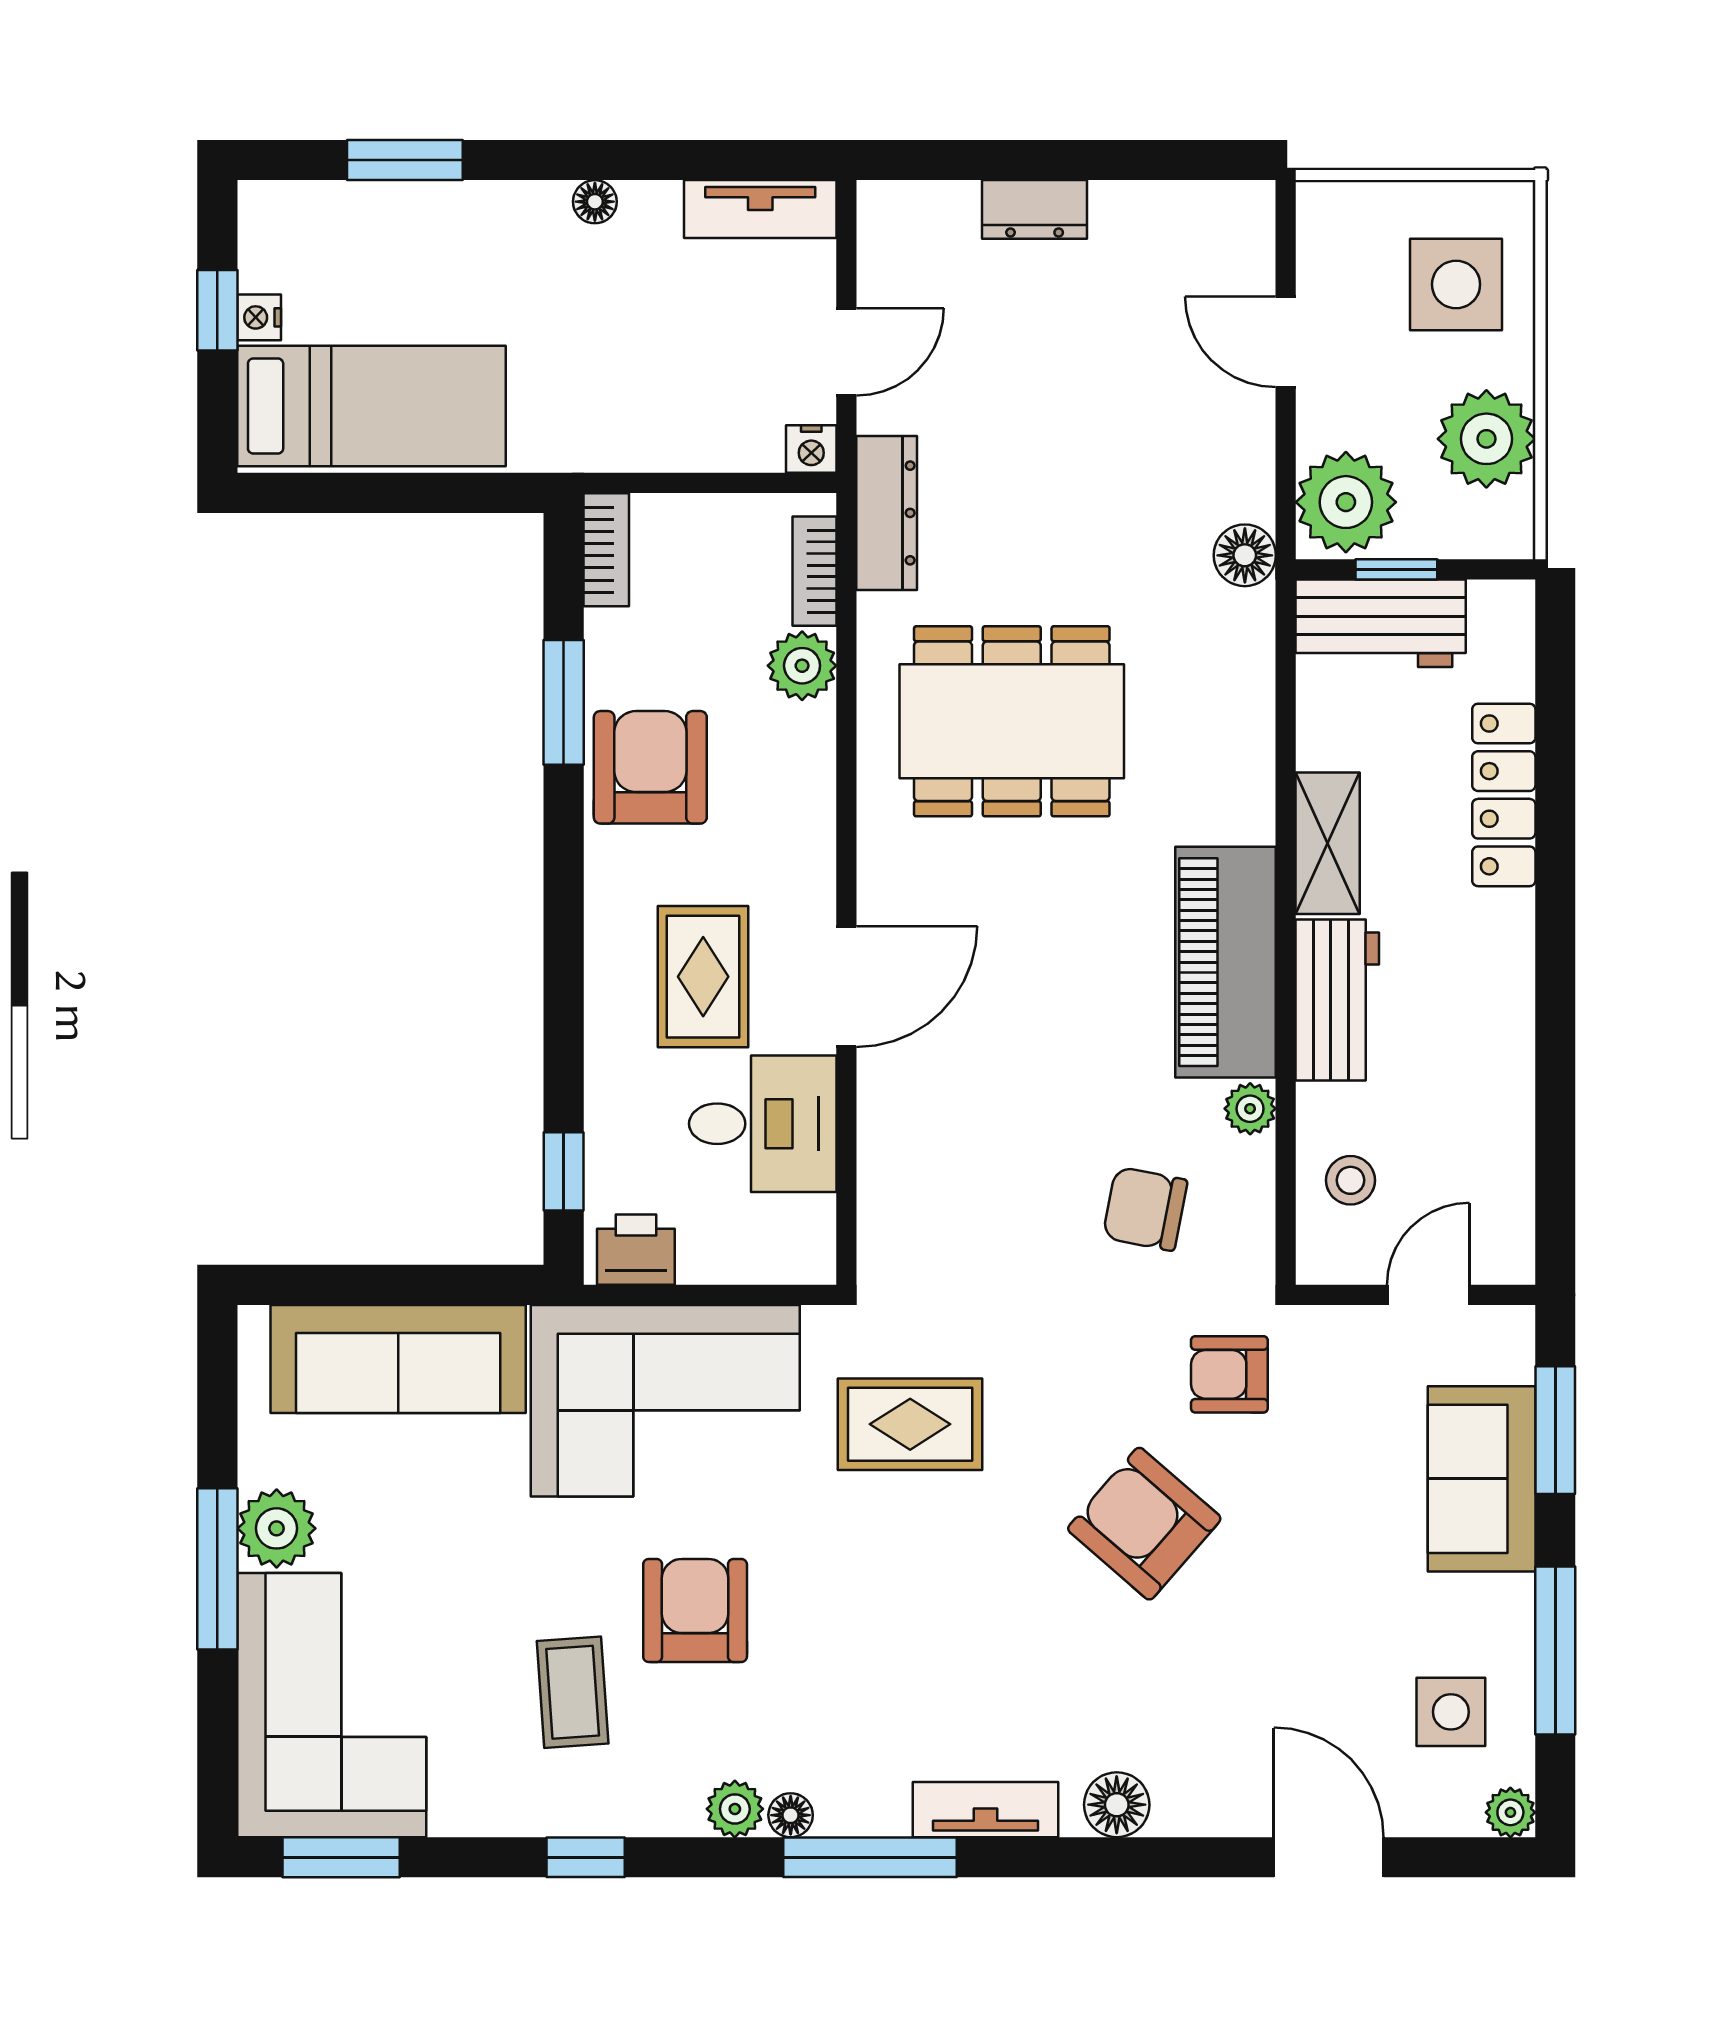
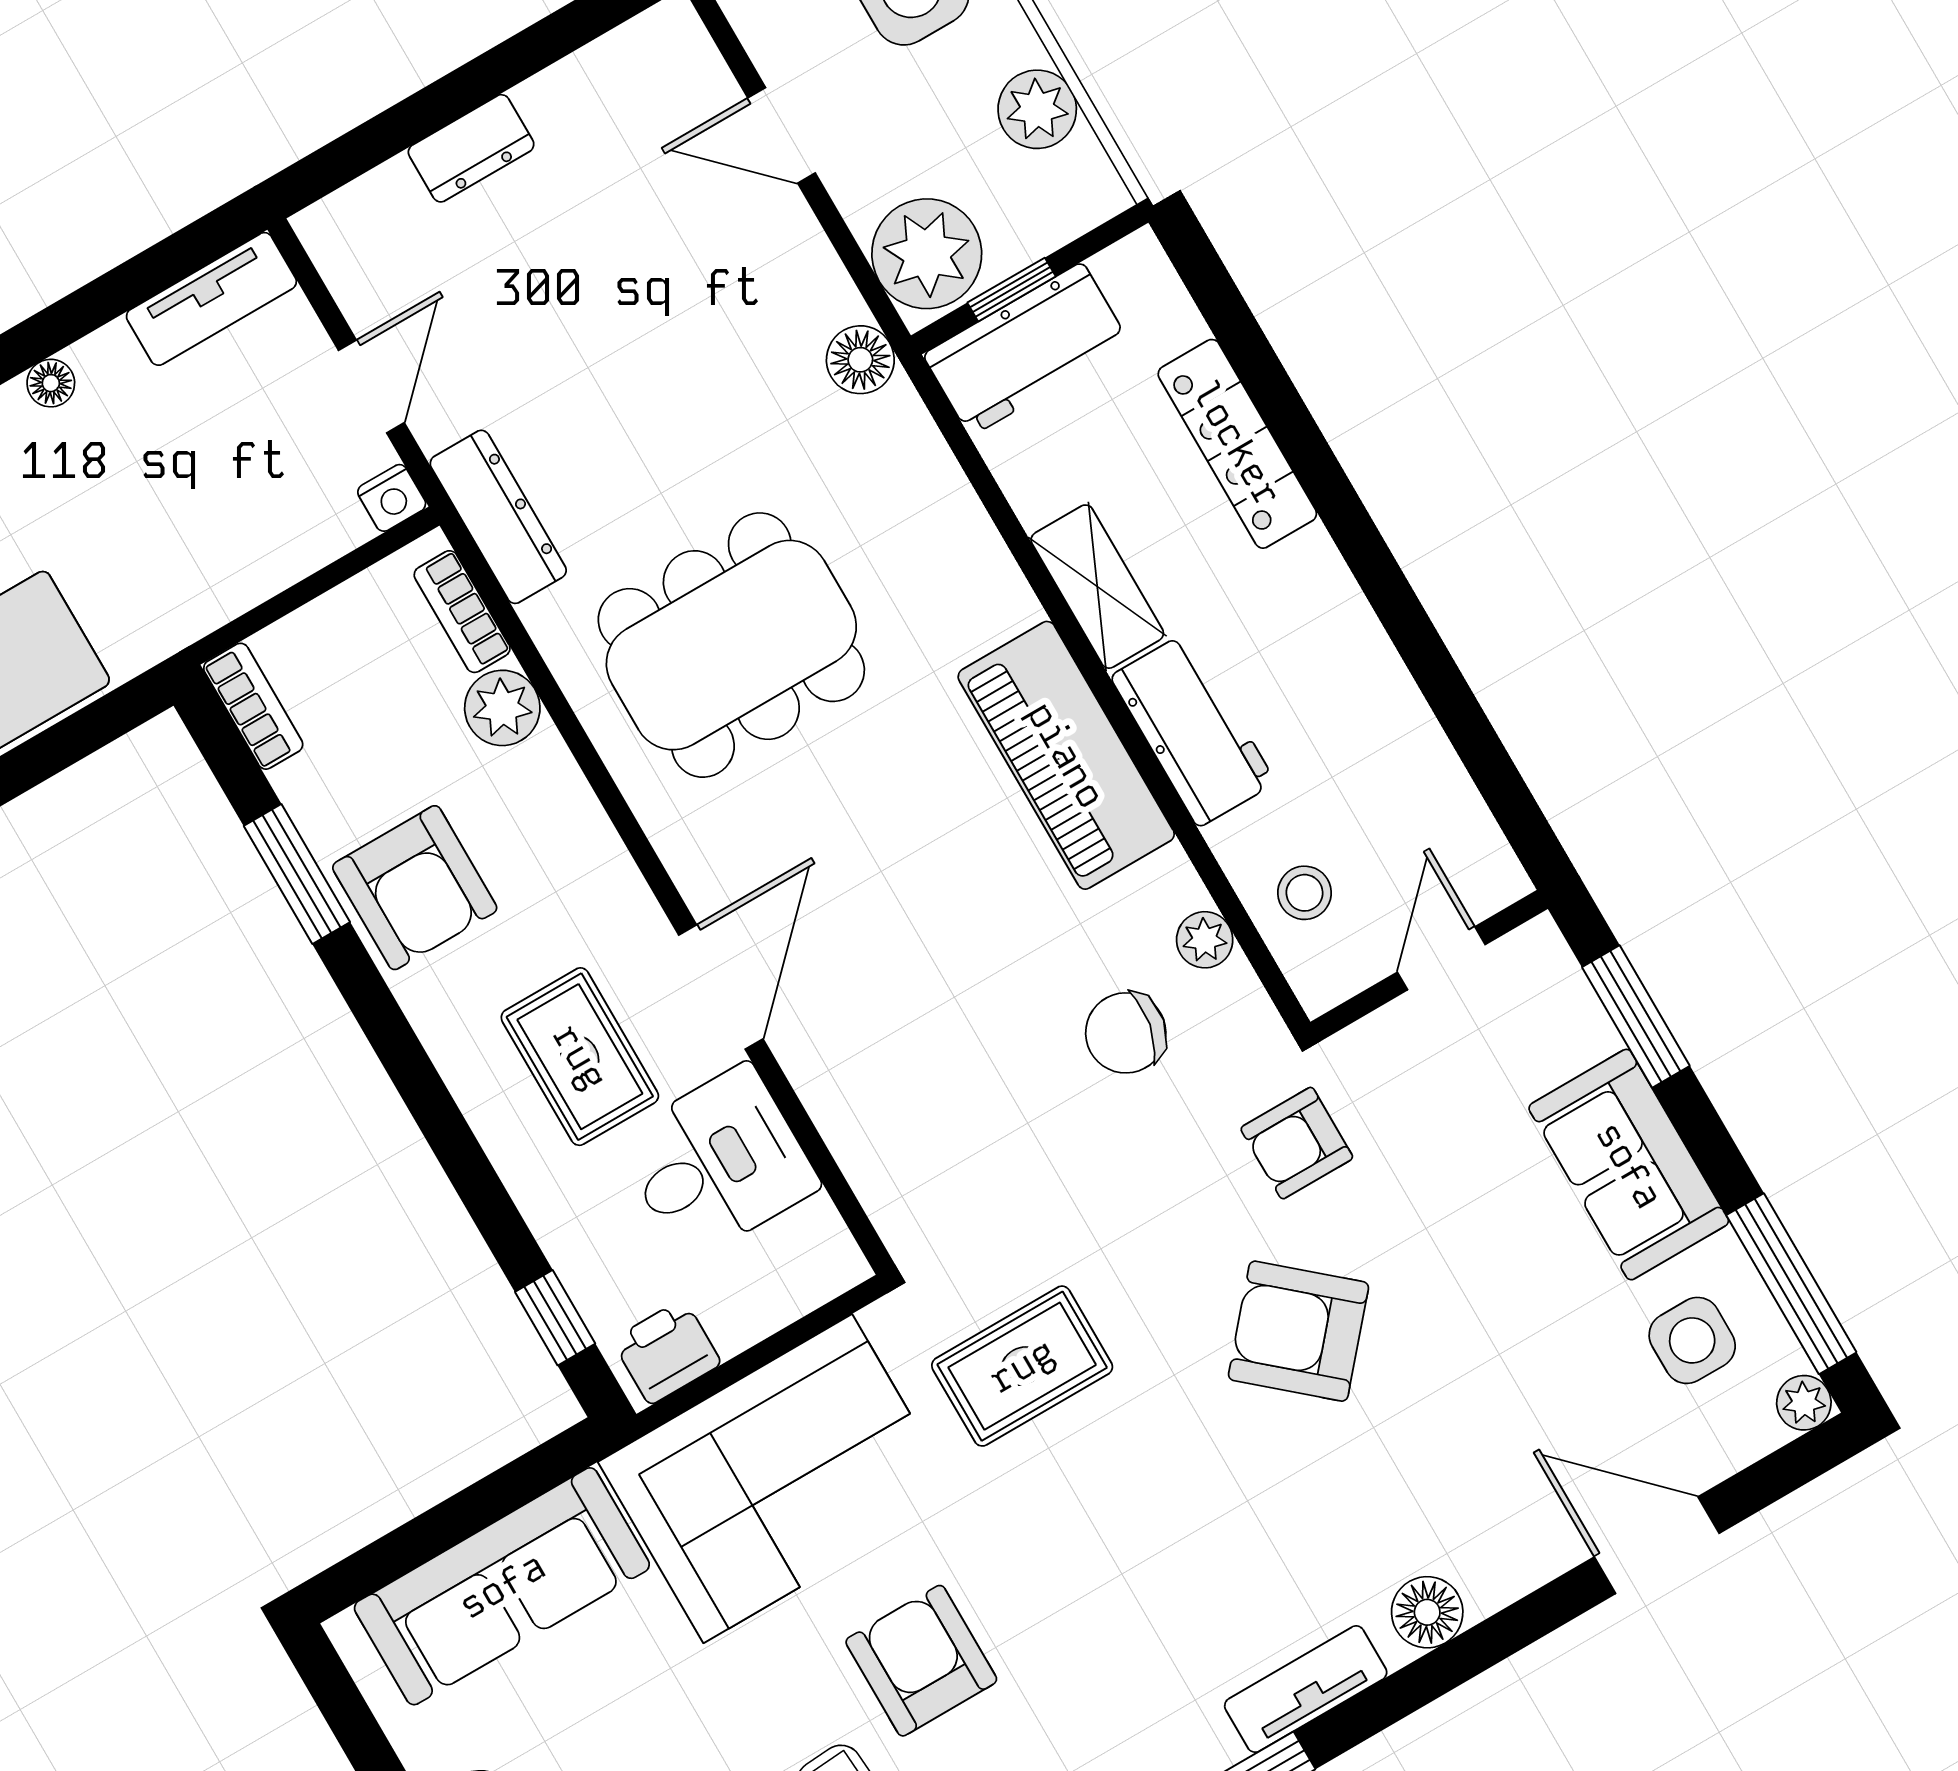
plant: (1486, 439) -> (1037, 109), width x0.73, depth x0.73
armchair: (650, 767) -> (415, 888), turned 180
plant: (1250, 1109) -> (1205, 940), moved
sofa: (1482, 1479) -> (1629, 1165), moved
window: (1555, 1651) -> (1791, 1284), moved

